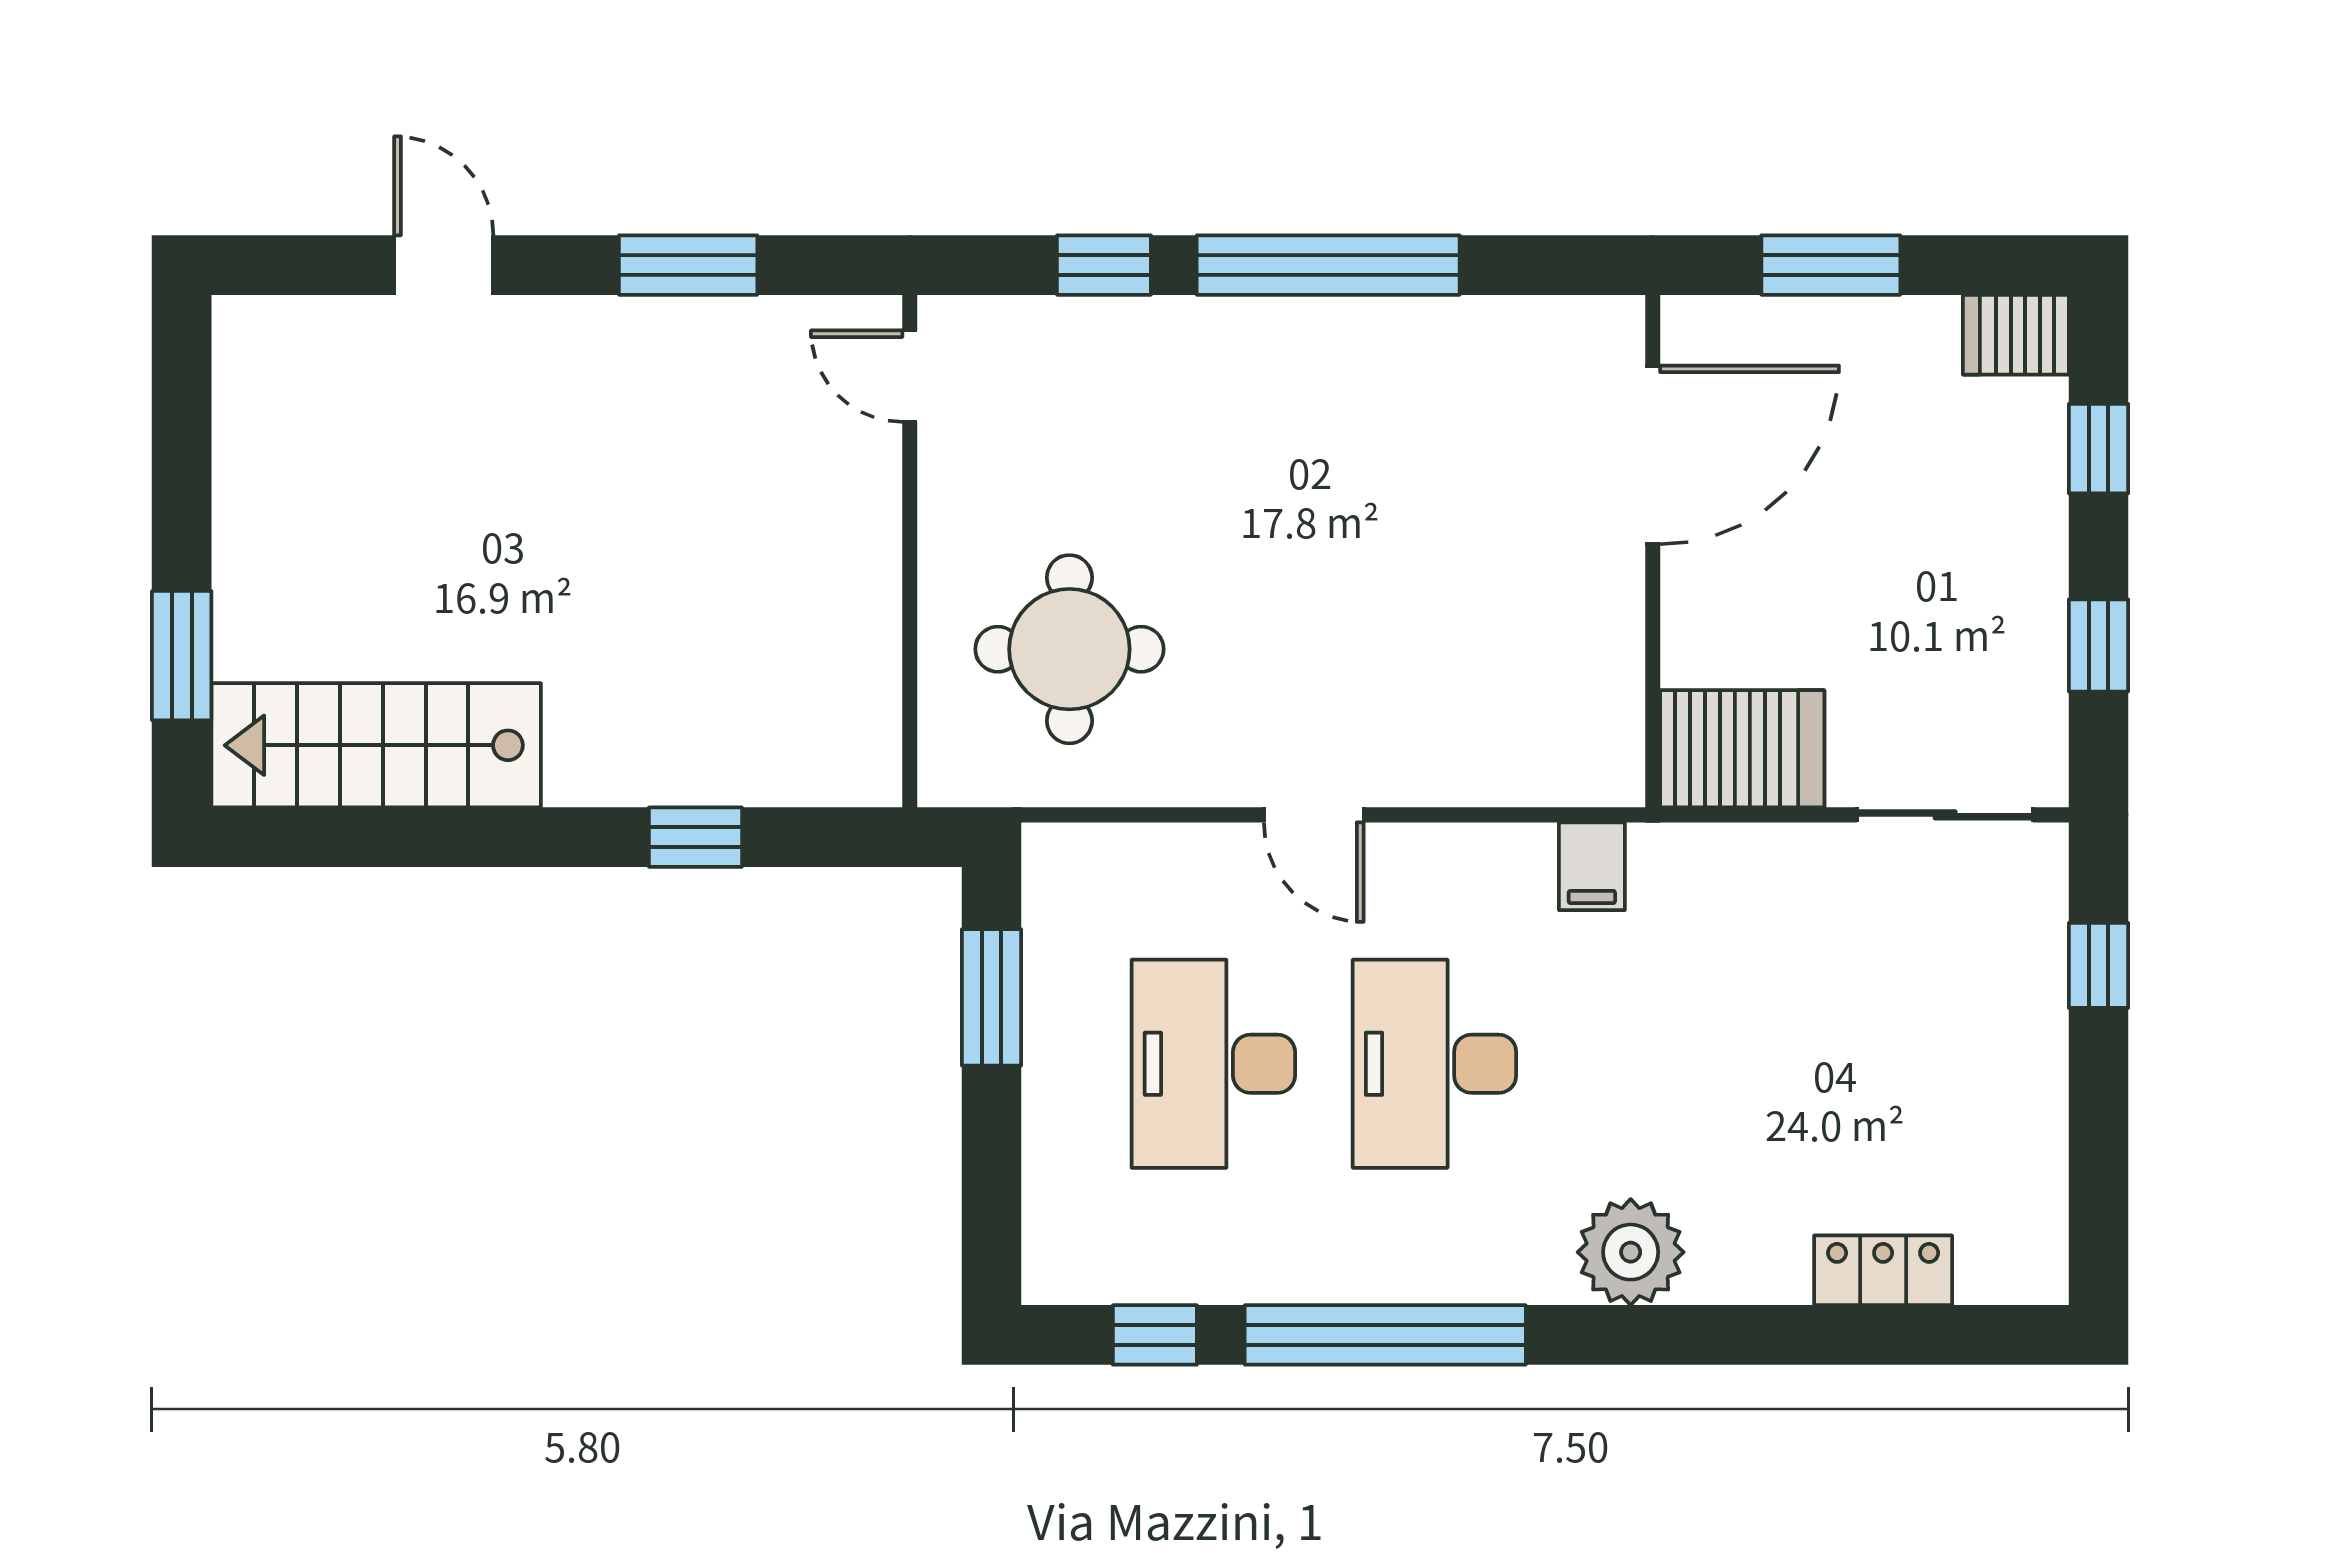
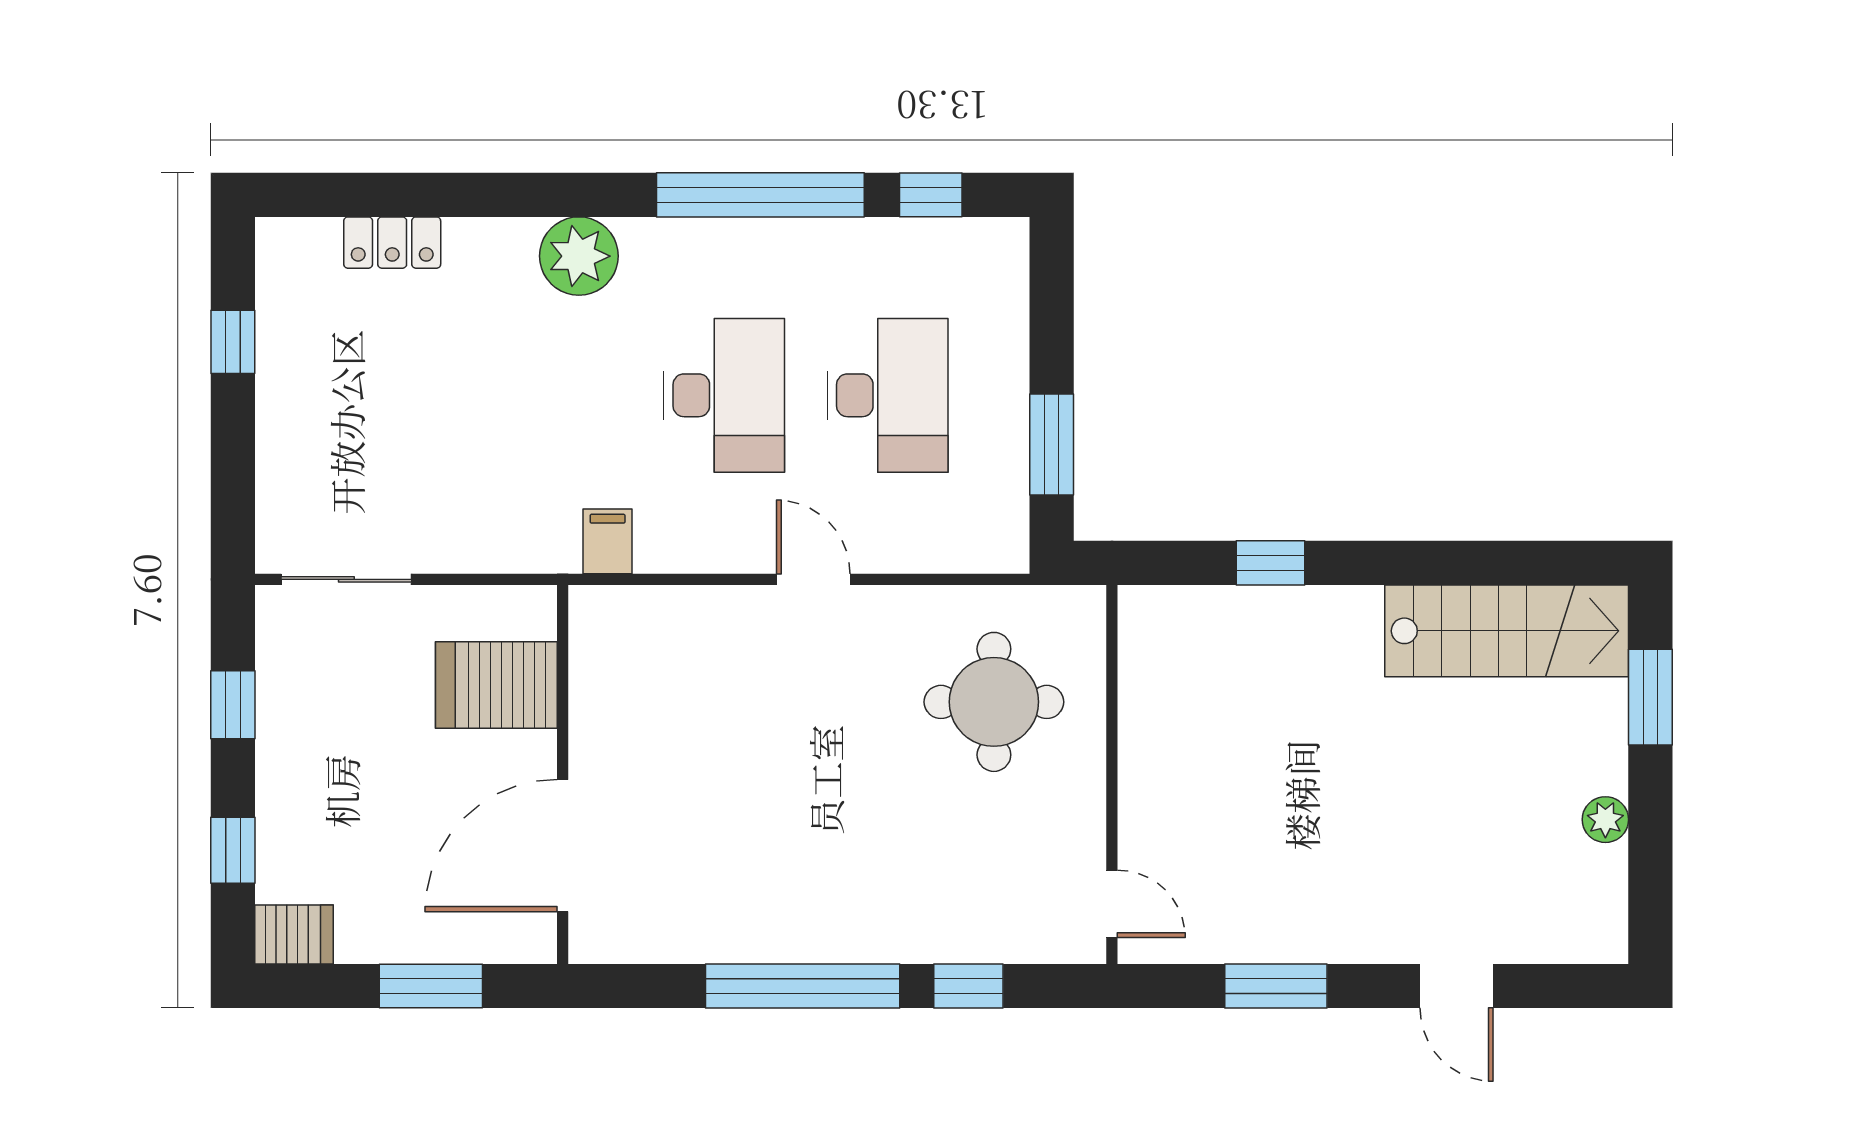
plant: (243, 490) -> (1605, 820), added
server rack: (1742, 749) -> (496, 685), moved
window: (2099, 965) -> (233, 342), moved

